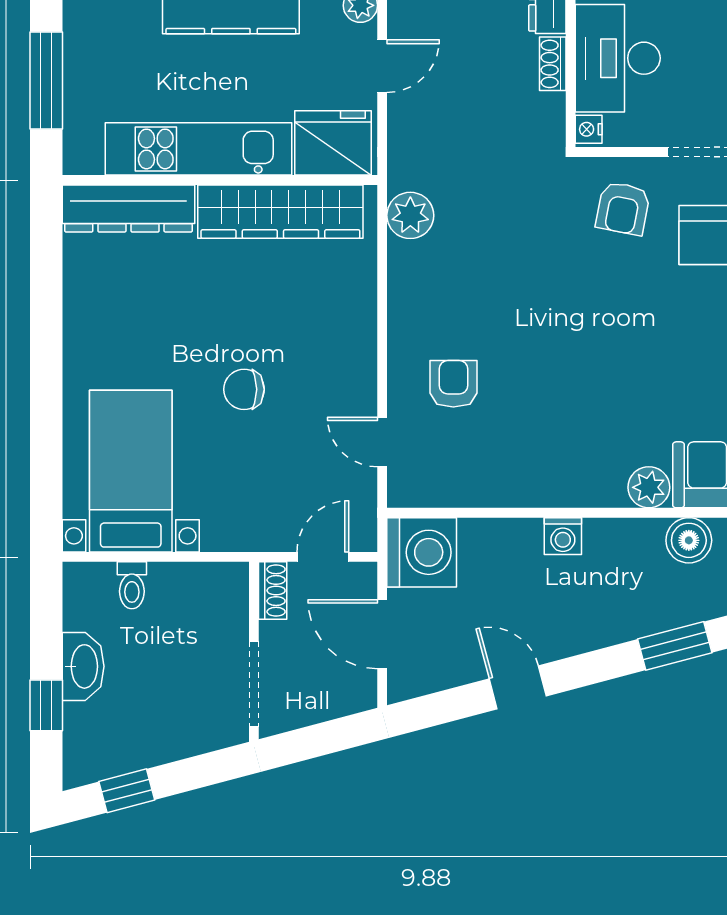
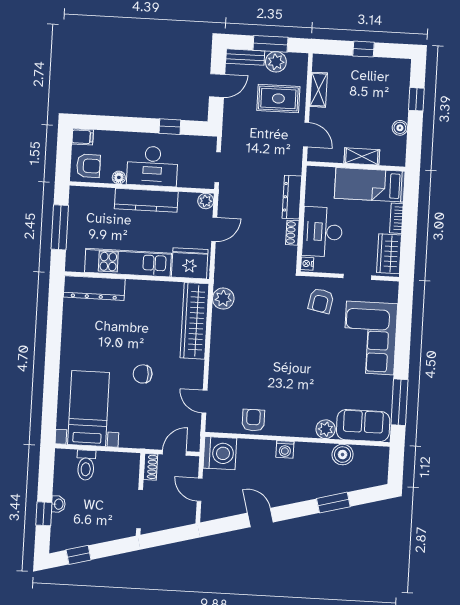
wardrobe: (280, 212) -> (195, 321), moved, turned 90
armchair: (453, 384) -> (253, 420), moved
toilet: (132, 585) -> (86, 465), width x1.37, depth x1.39
door: (382, 634) -> (200, 490), width x0.73
washbasin: (83, 666) -> (58, 504), width x0.52, depth x0.69

